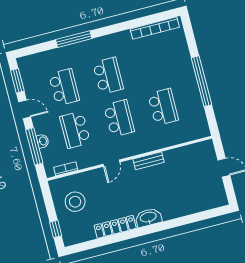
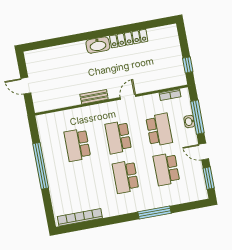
stool: (75, 202) -> (164, 64), removed
window: (56, 229) -> (188, 65), moved

